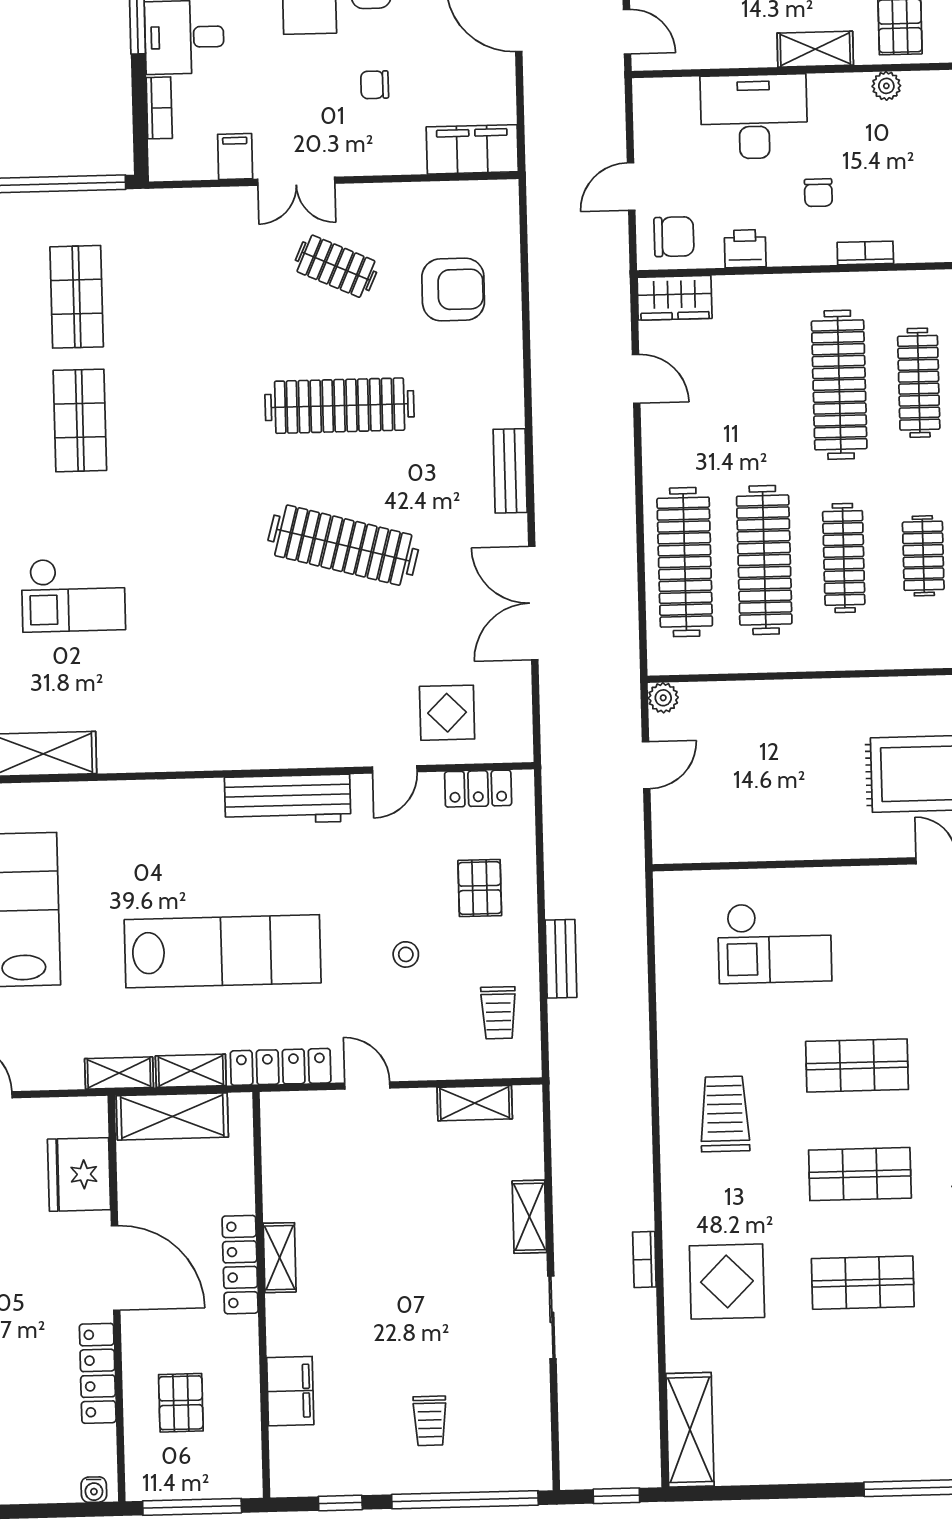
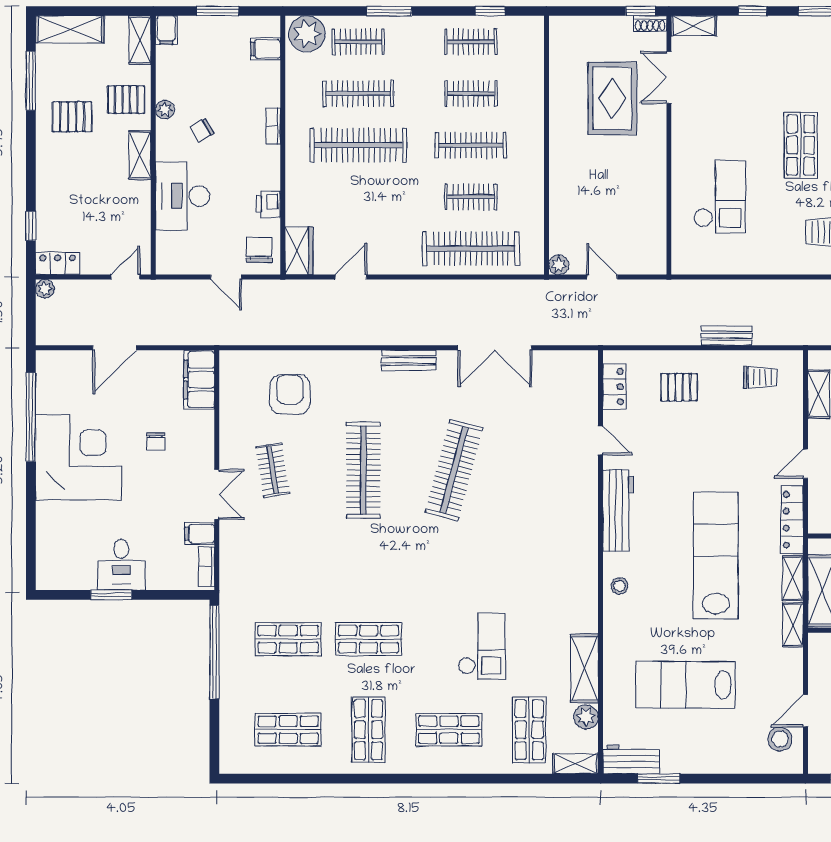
bookcase: (159, 108) -> (206, 567), moved, turned -90
chair: (818, 193) -> (202, 130), moved, turned 150
clothes rail: (336, 266) -> (273, 470), turned -33
clothes rail: (764, 560) -> (471, 197), width x0.54, depth x0.76
display table: (447, 713) -> (565, 406), removed
stool: (406, 954) -> (619, 586), moved

